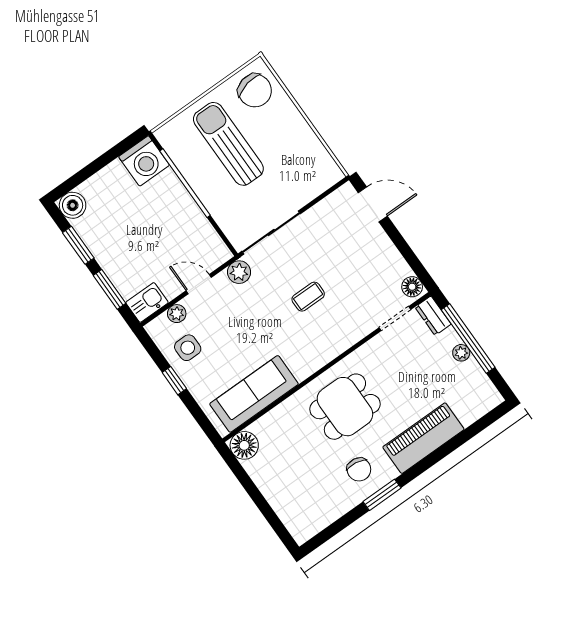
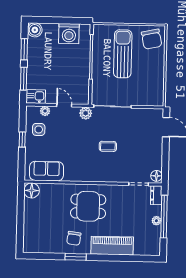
washing machine: (144, 161) -> (69, 34), moved
sofa: (254, 394) -> (47, 171), width x0.73

